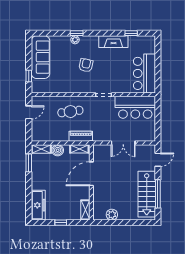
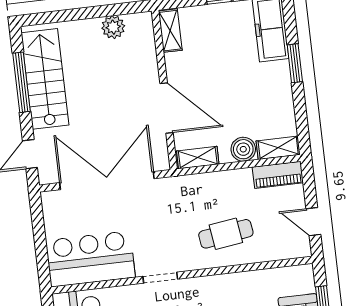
door: (29, 112) -> (313, 222), hinge flipped
piano: (81, 136) -> (278, 175), moved
double door: (123, 143) -> (107, 181), width x1.87
window: (29, 163) -> (295, 63), moved
door: (91, 174) -> (167, 108), hinge flipped

